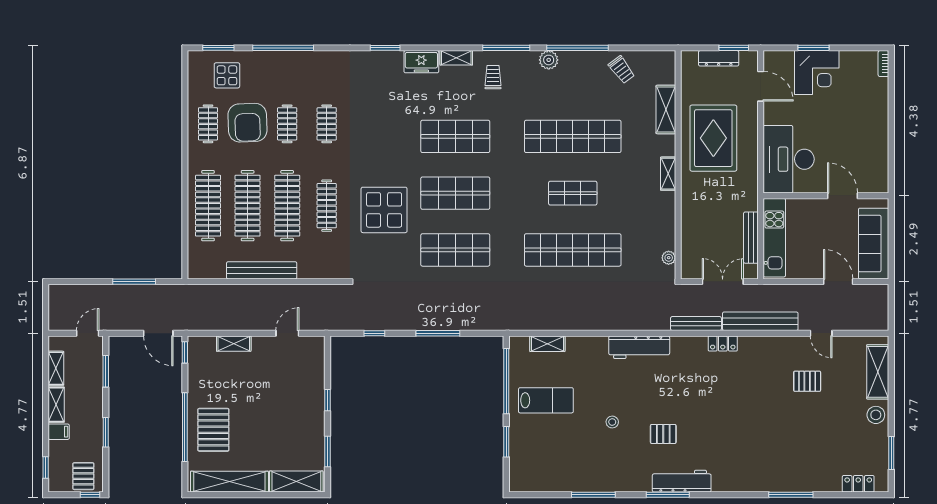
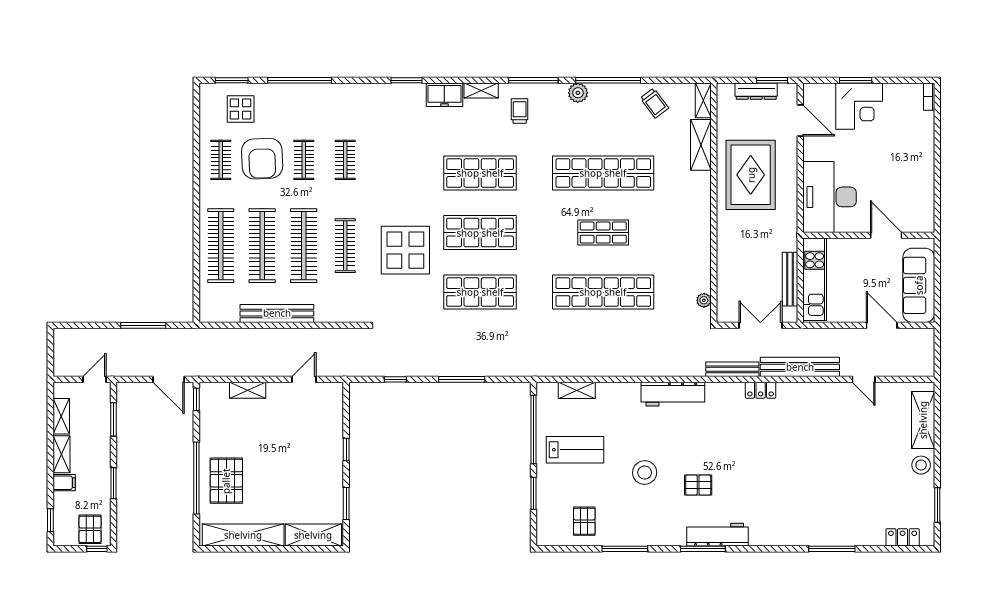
shelving: (668, 174) -> (703, 100), moved
pallet: (807, 381) -> (584, 521), moved, turned 90
stool: (612, 422) -> (645, 473), width x1.89, depth x1.89

